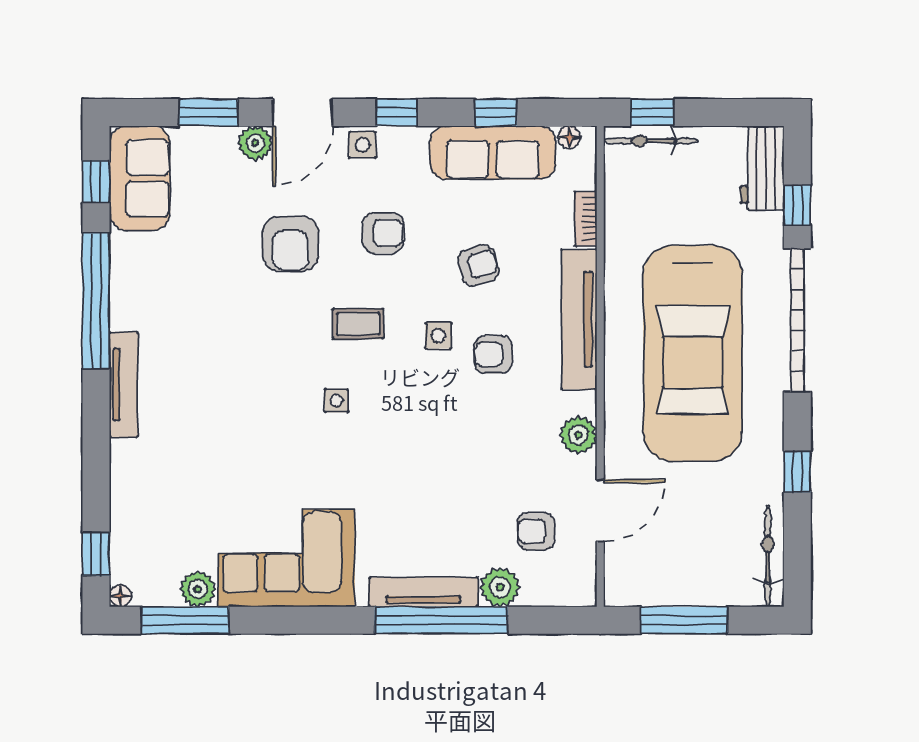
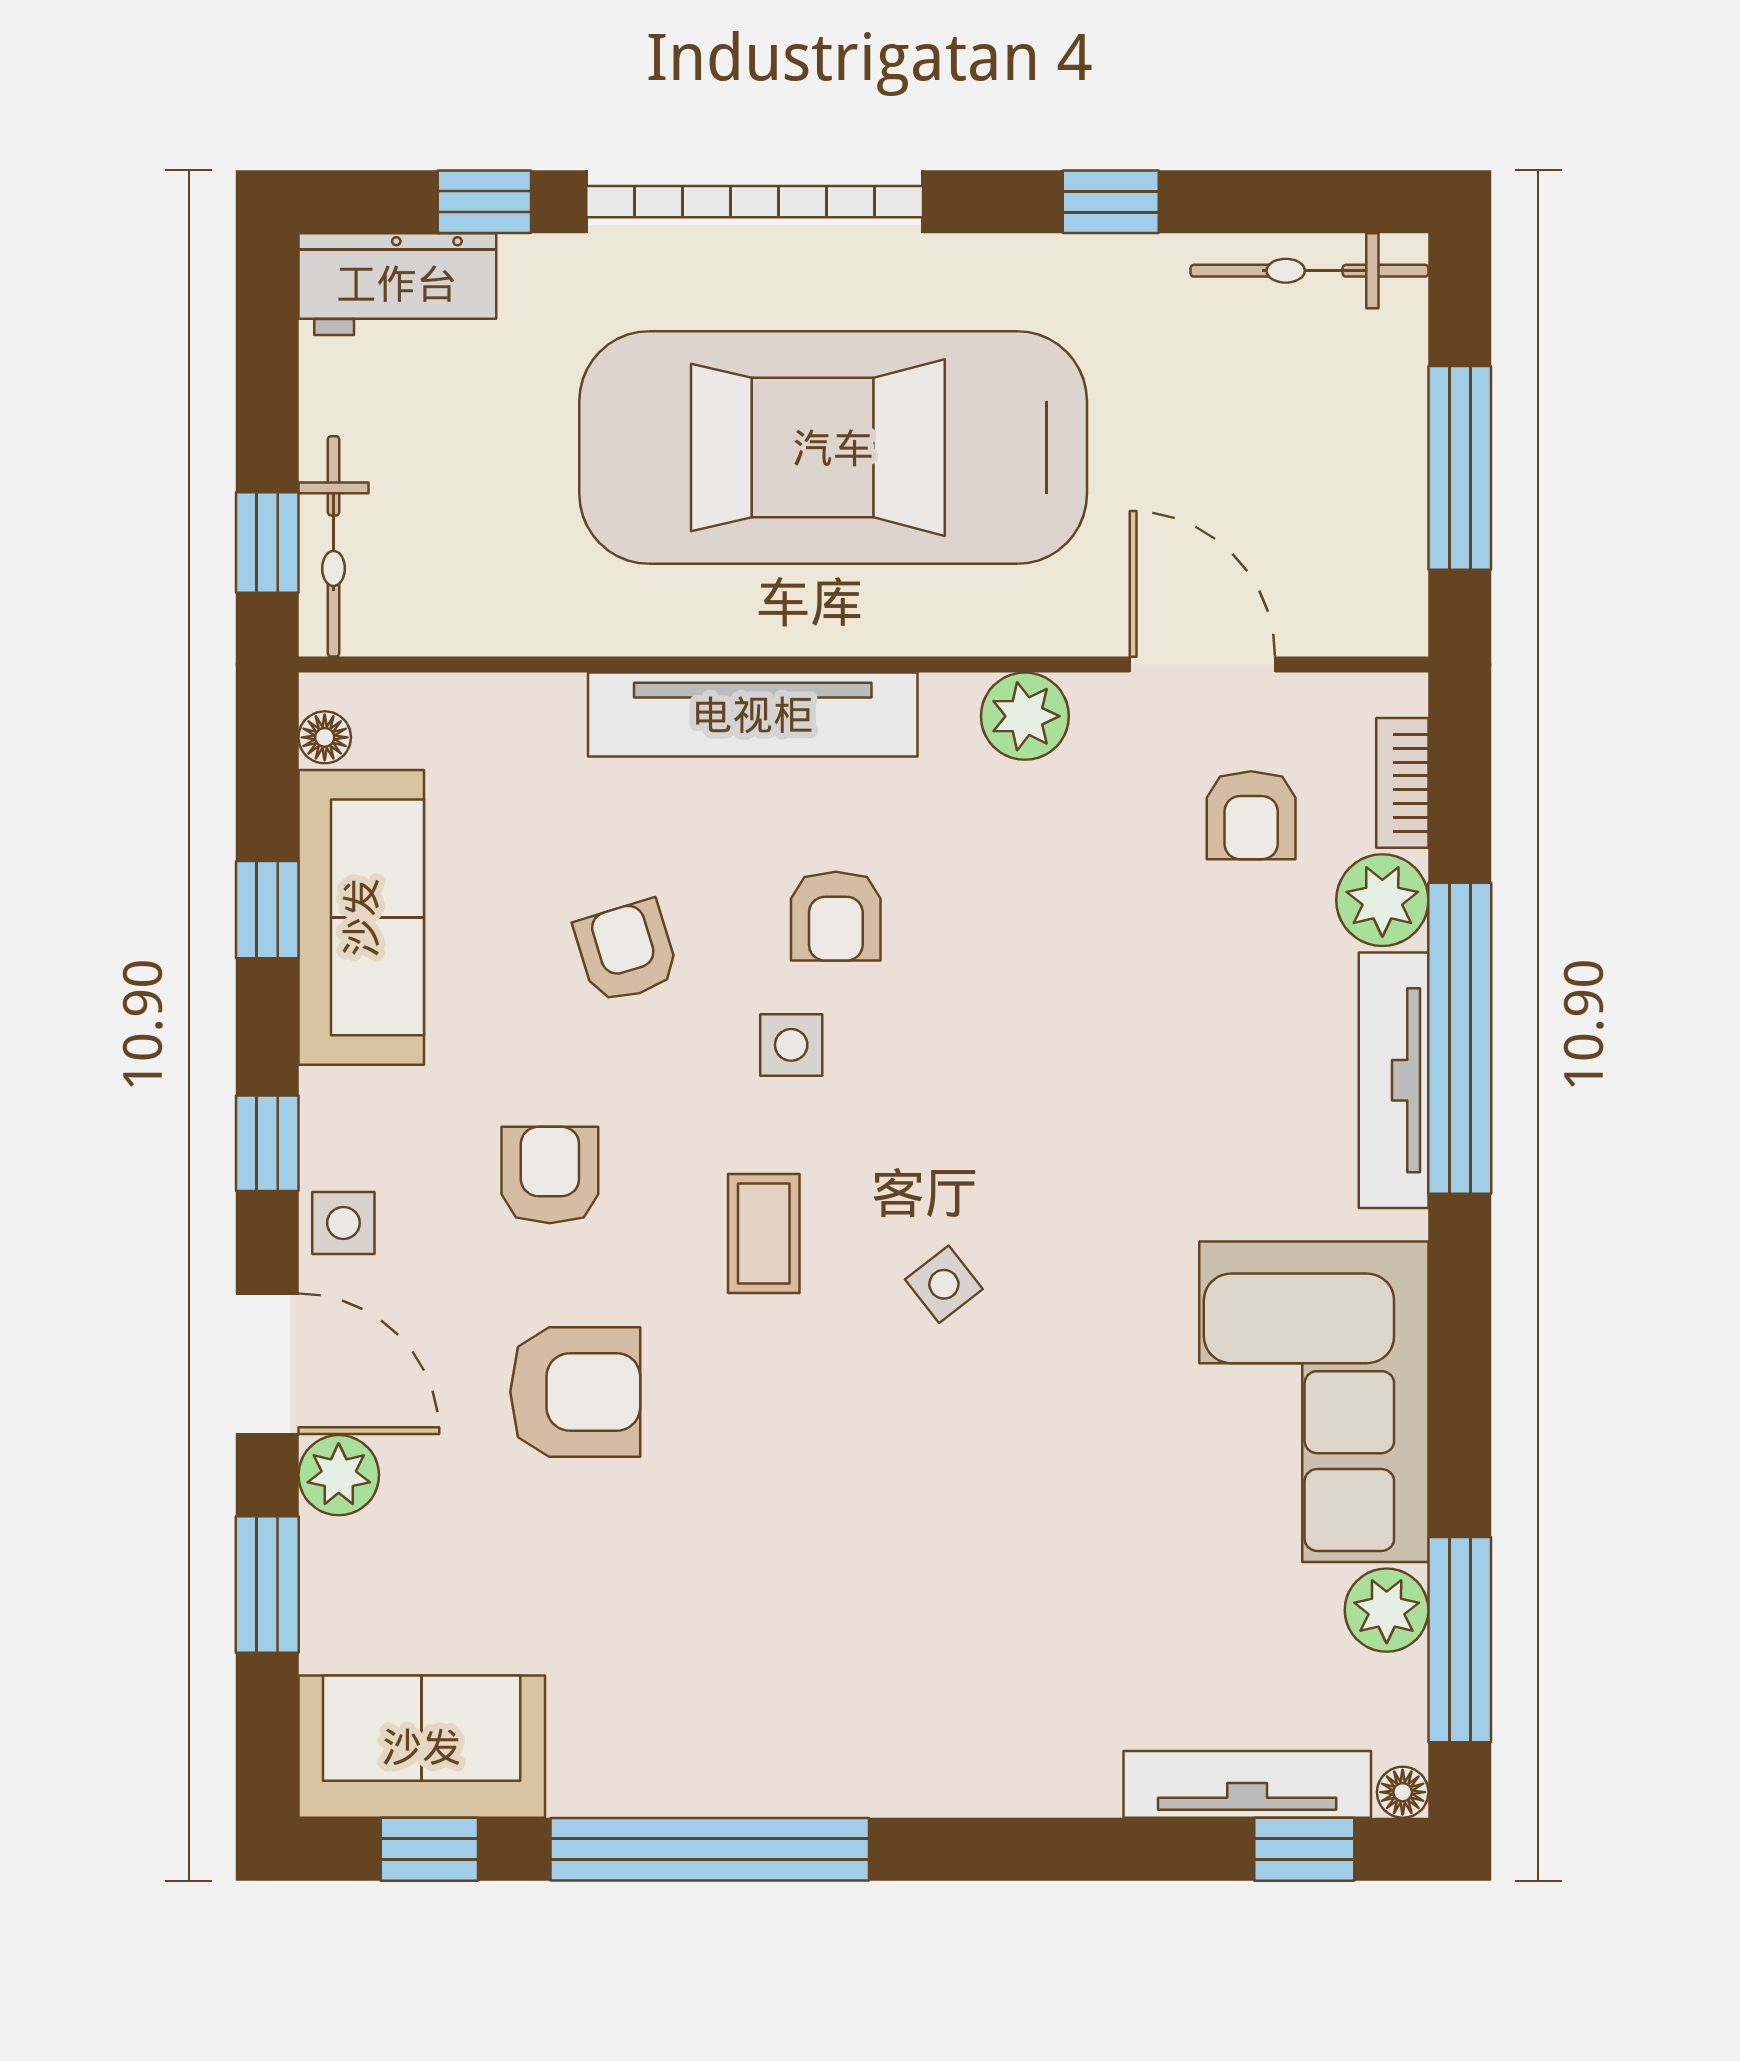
bookcase: (586, 219) -> (1402, 783), moved, turned 90
car: (693, 353) -> (833, 448), turned 180
tv unit: (124, 385) -> (1247, 1784), moved
side table: (337, 401) -> (944, 1284), turned -38

